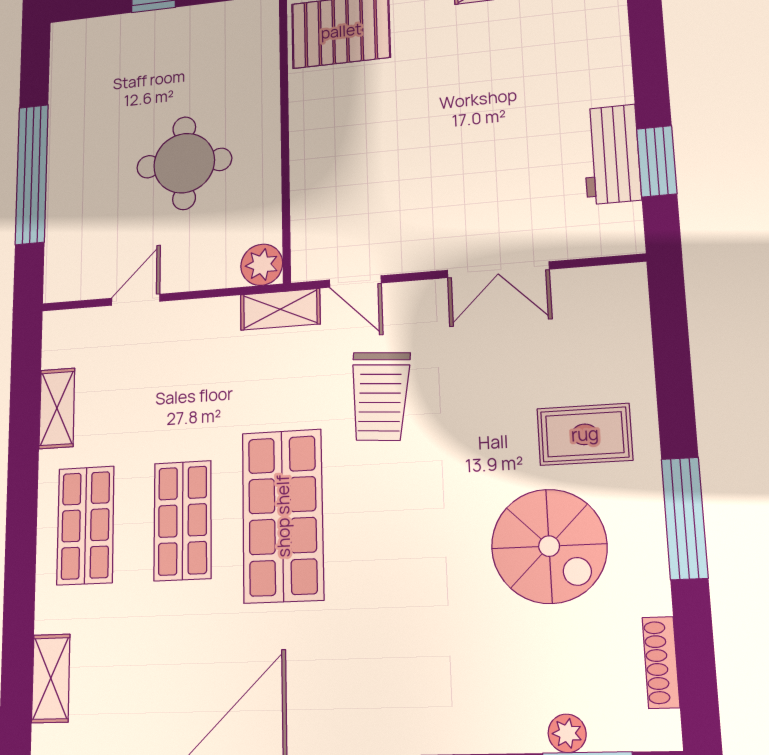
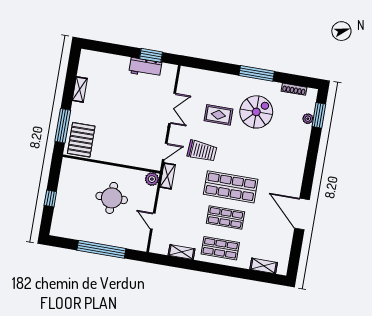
rug: (585, 434) -> (218, 115), moved, turned 90

